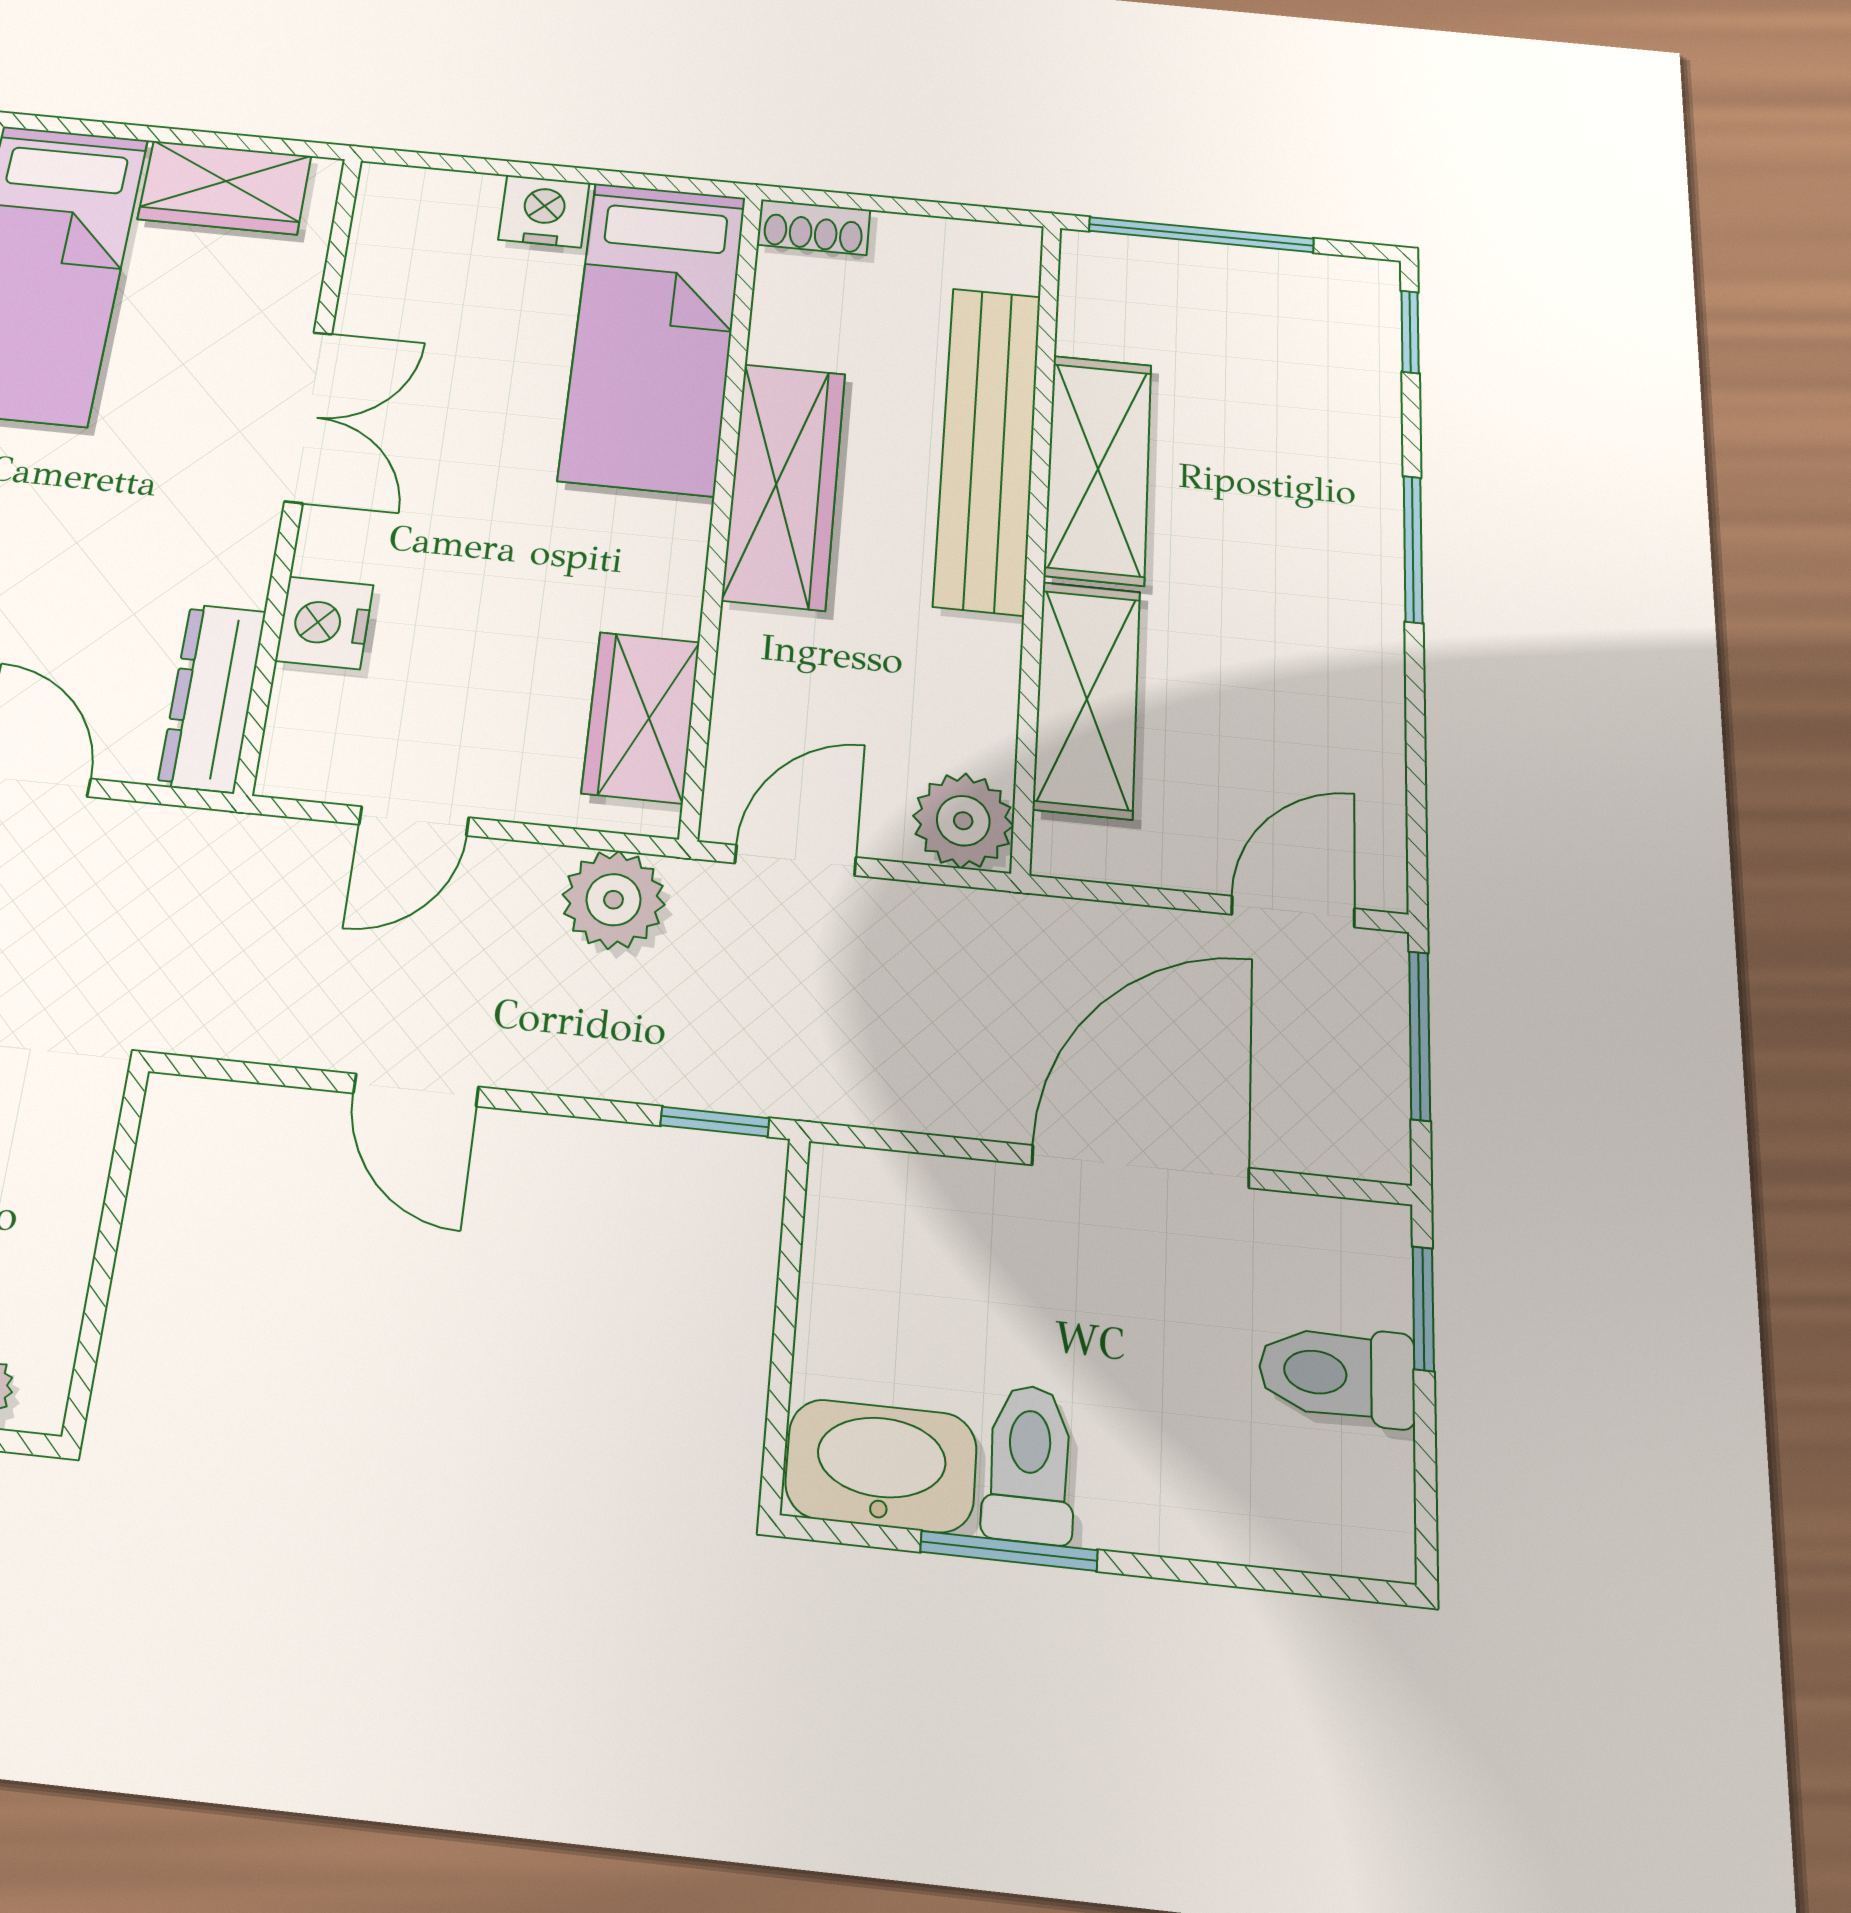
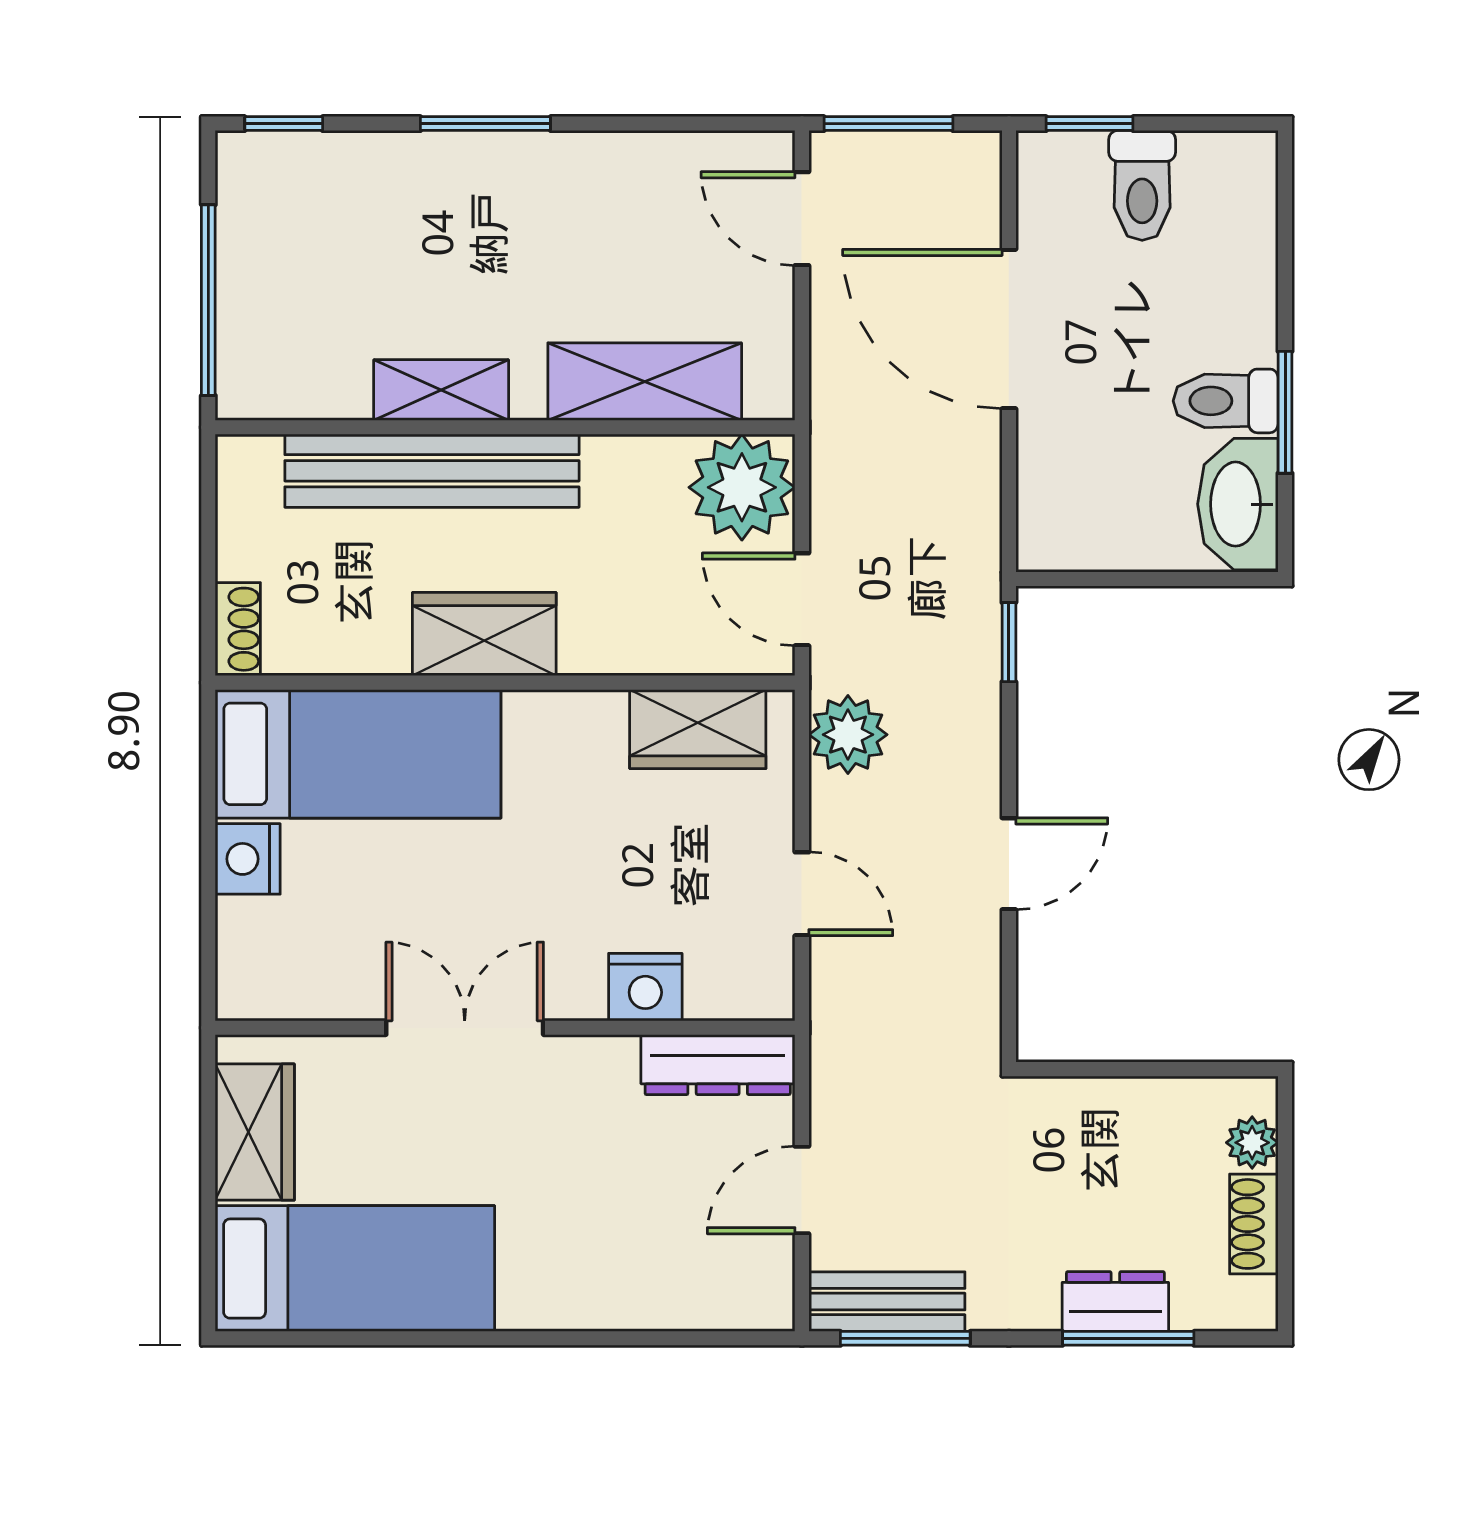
shelving: (1098, 469) -> (441, 390), width x0.67, depth x0.75
wardrobe: (784, 485) -> (484, 634), width x0.67
plant: (963, 821) -> (742, 487), width x1.36, depth x1.36

